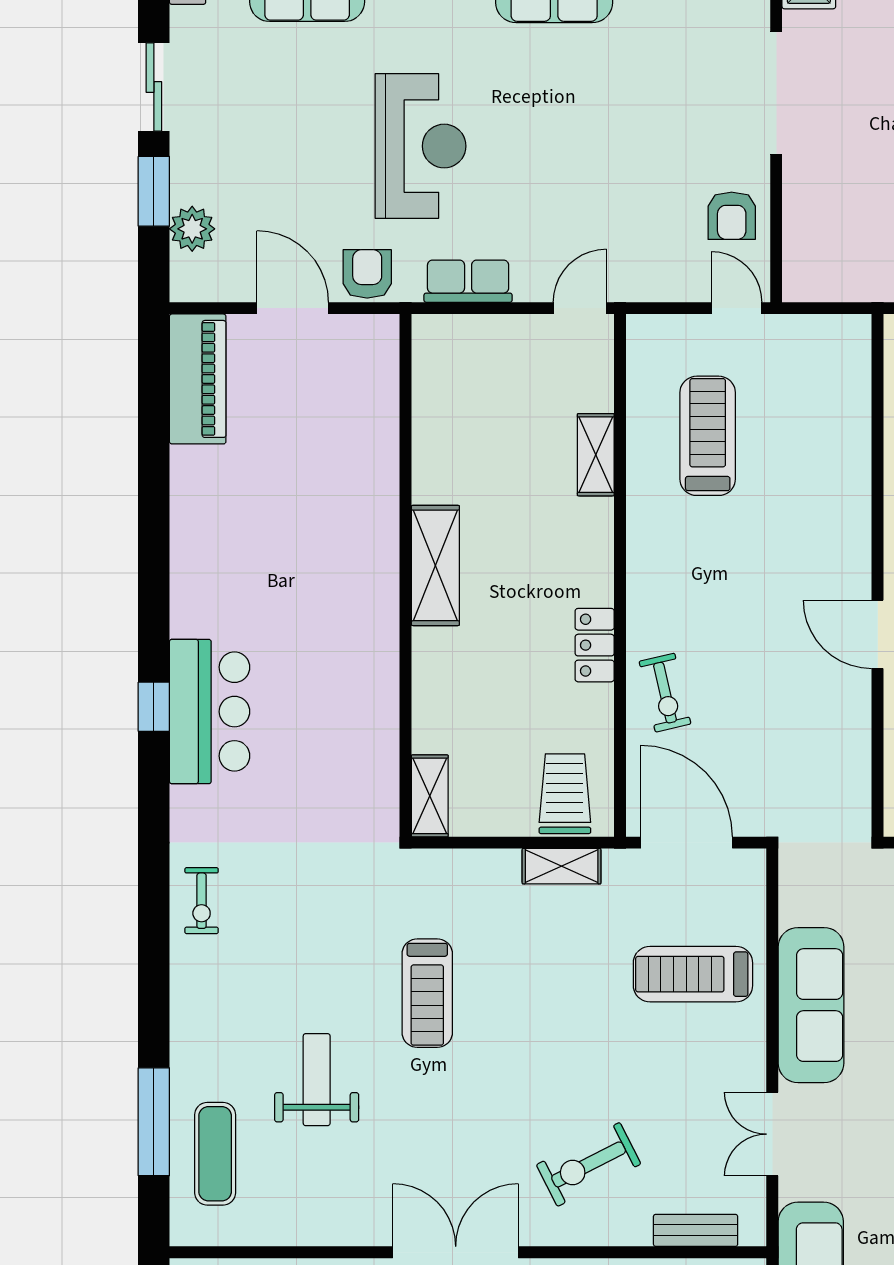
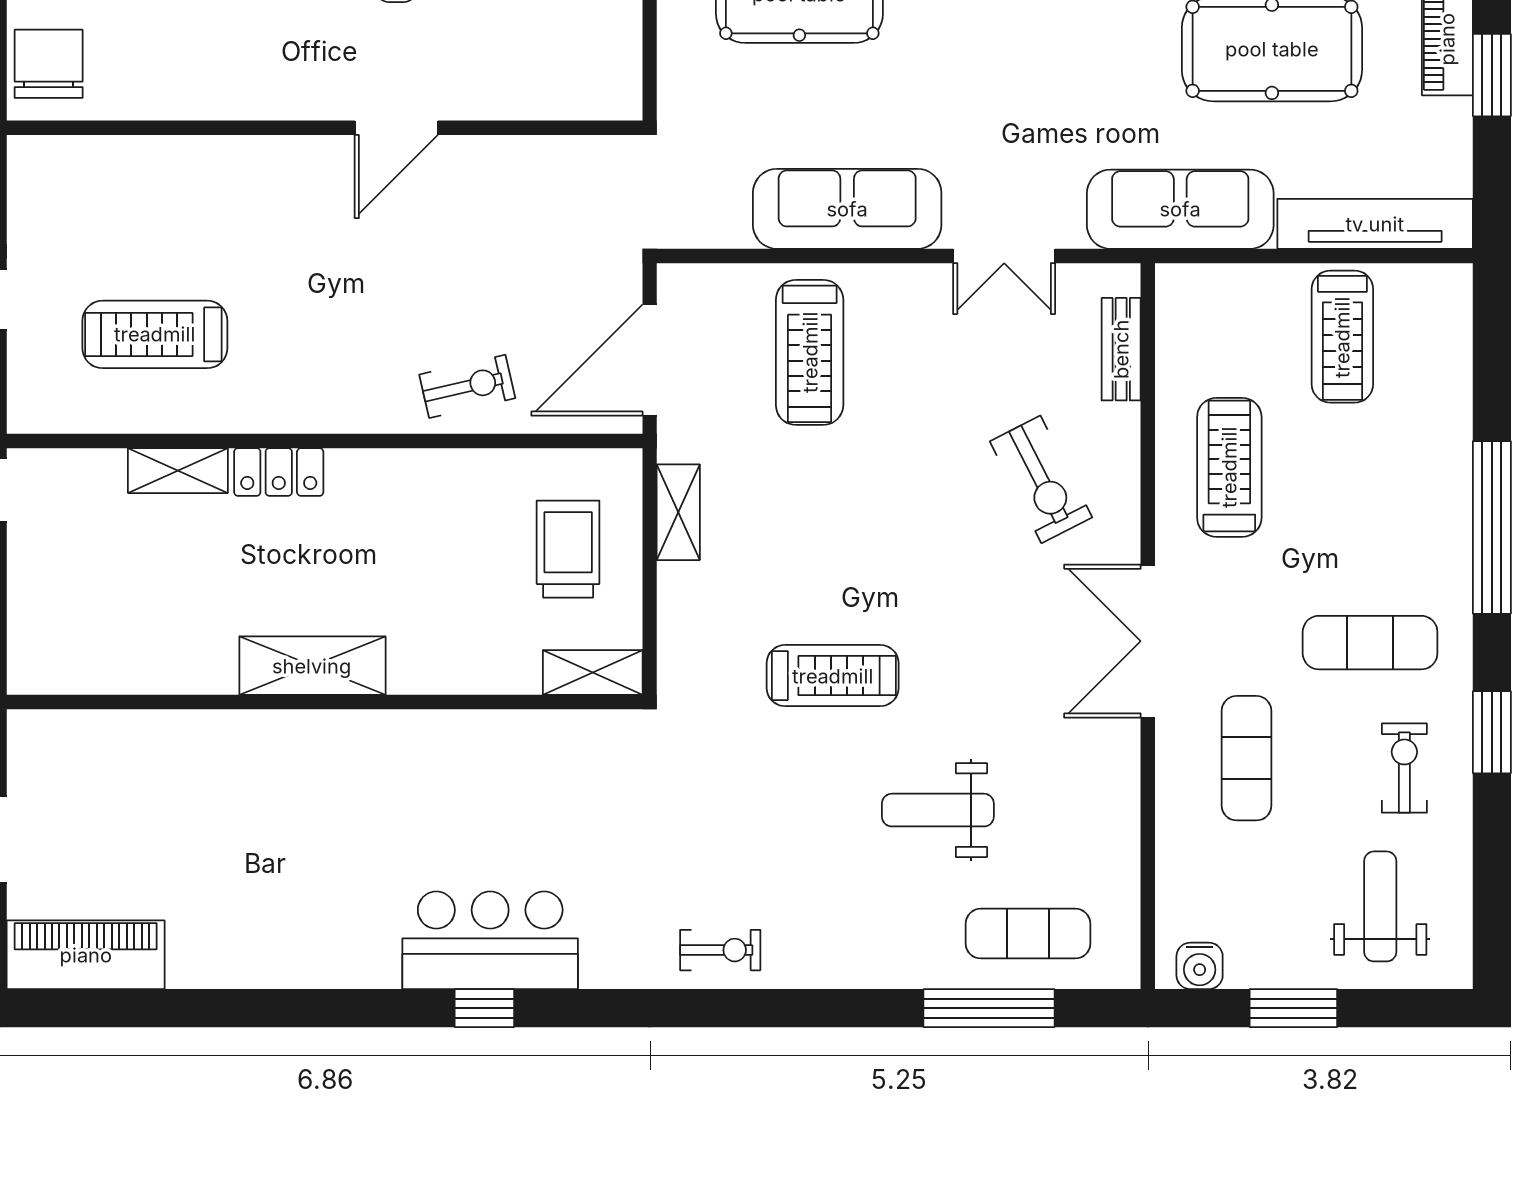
locker: (595, 645) -> (279, 472), moved
trolley: (565, 794) -> (568, 549), moved, turned 90

